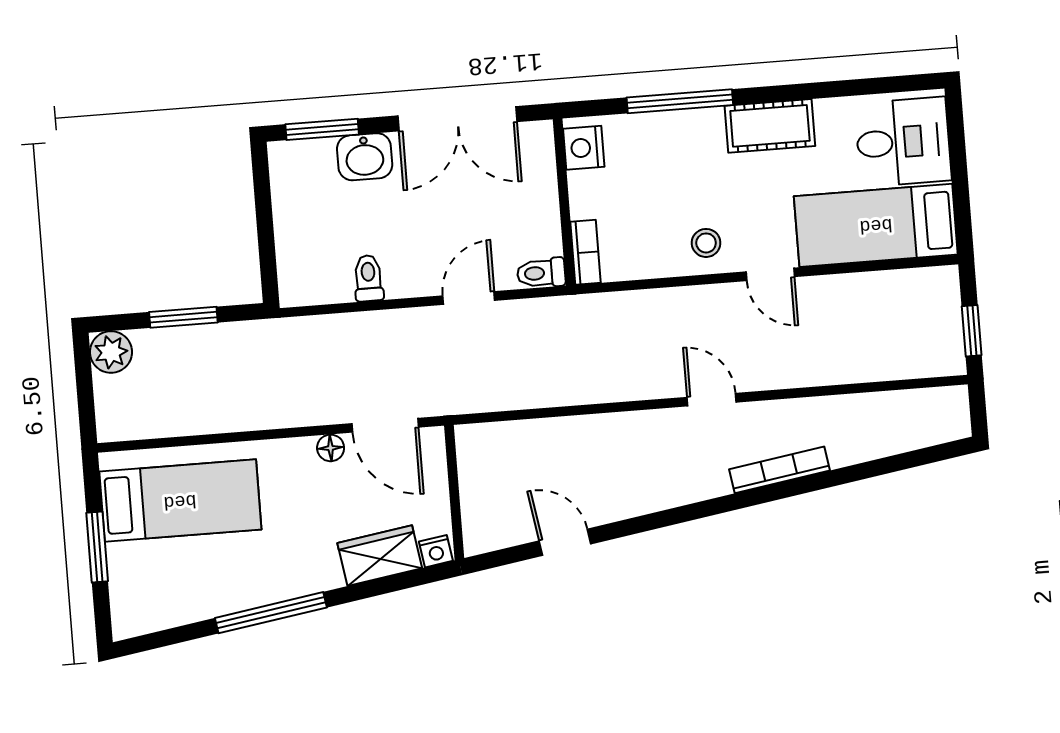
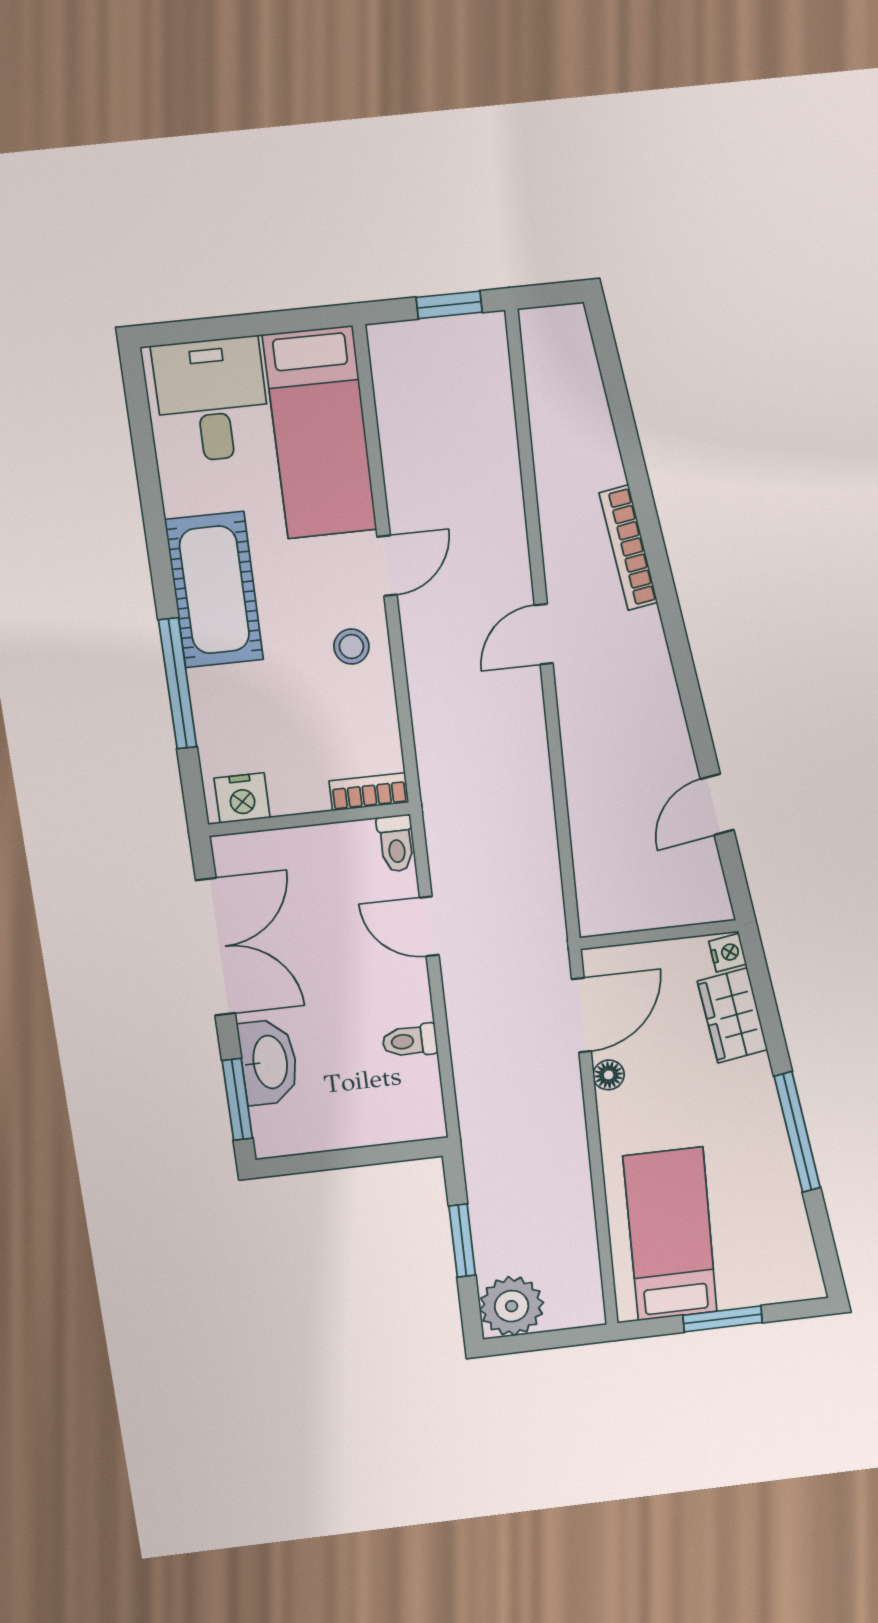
cot: (770, 126) -> (214, 590), width x1.37, depth x1.34
washbasin: (365, 157) -> (269, 1062), width x1.38
plant: (111, 352) -> (512, 1306), width x1.36, depth x1.36

